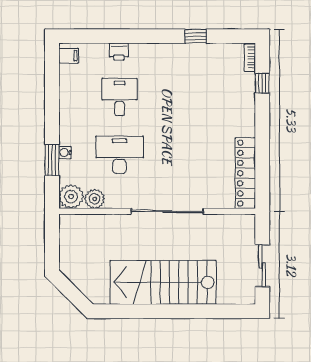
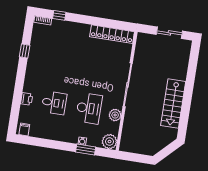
desk: (120, 97) -> (54, 103), turned 180
desk: (120, 155) -> (89, 108), turned 180
plant: (95, 199) -> (115, 115), moved
stairs: (163, 282) -> (173, 104), width x0.73, depth x0.66

